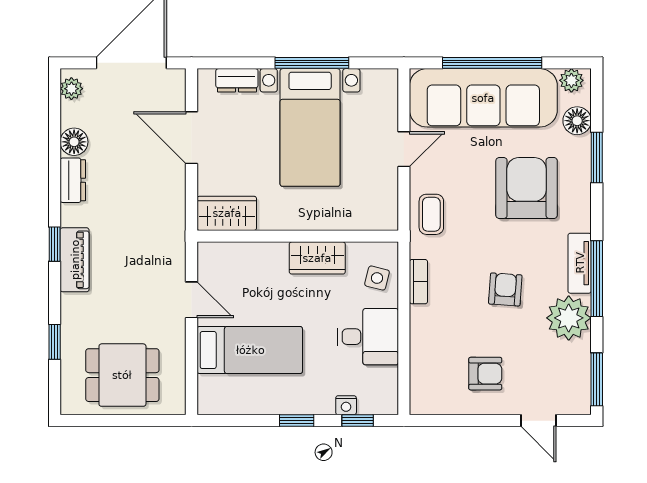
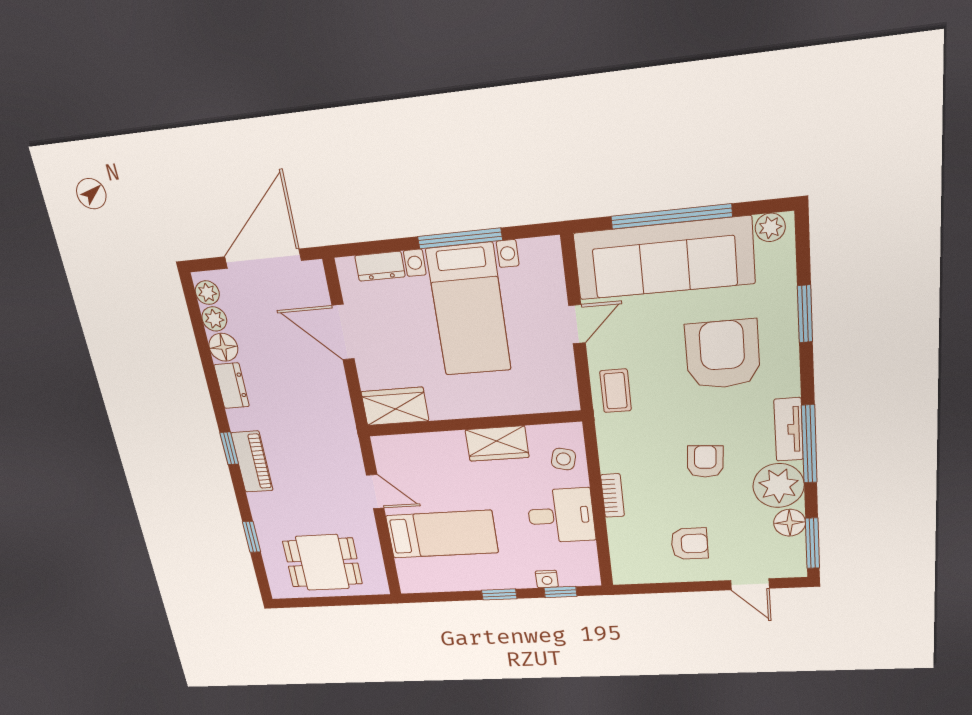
plant: (72, 114) -> (214, 319), added
floor lamp: (577, 121) -> (790, 523), moved
bookcase: (418, 282) -> (613, 495), moved

